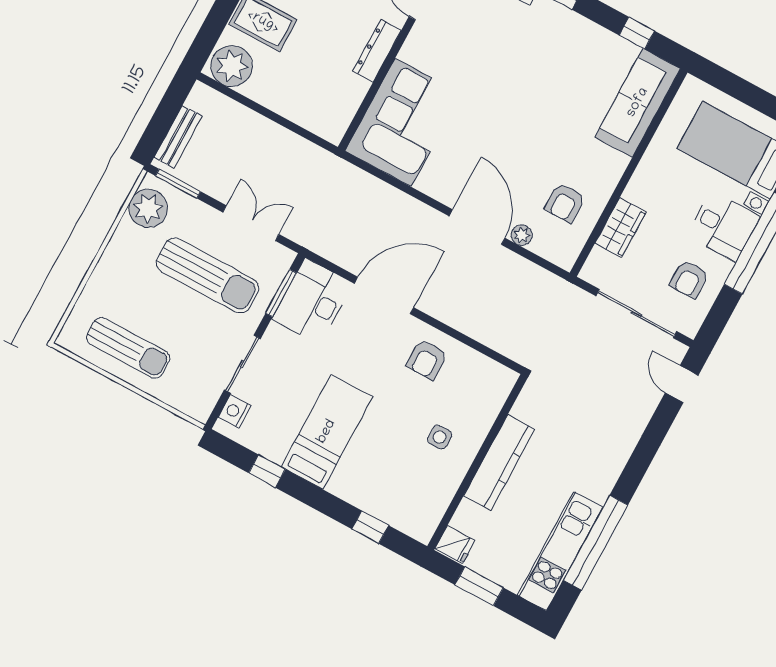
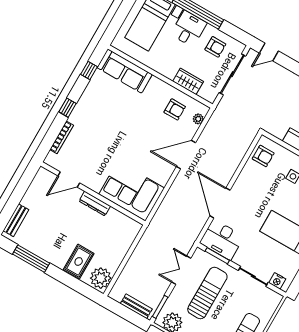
plant: (522, 235) -> (198, 119), moved
armchair: (427, 359) -> (263, 156), moved

